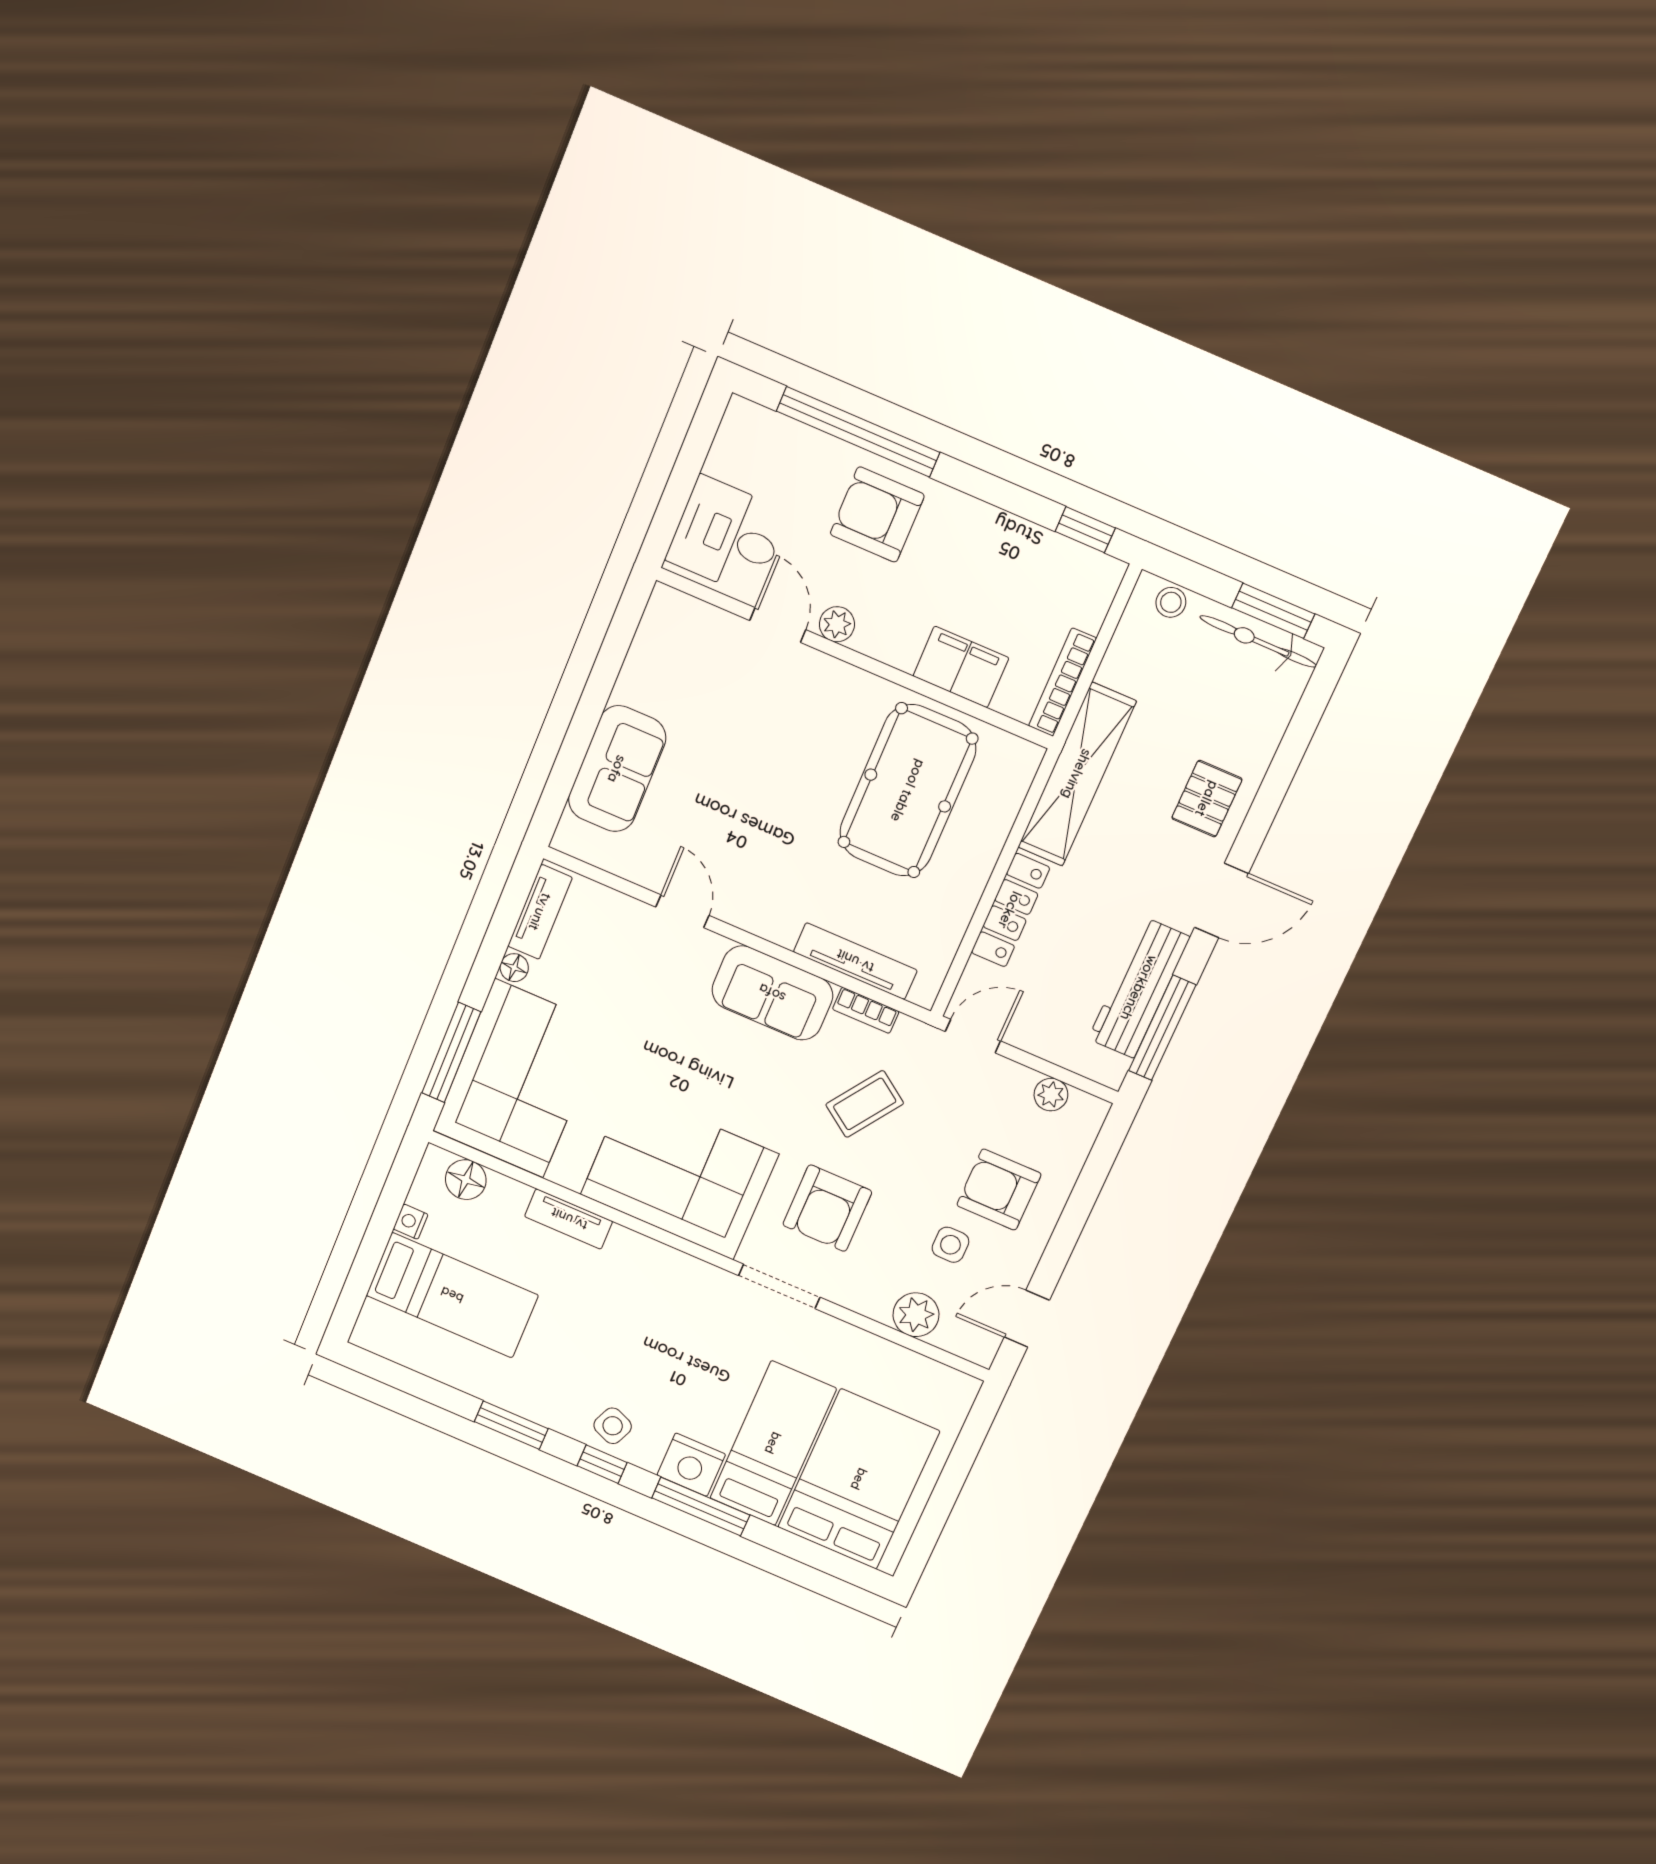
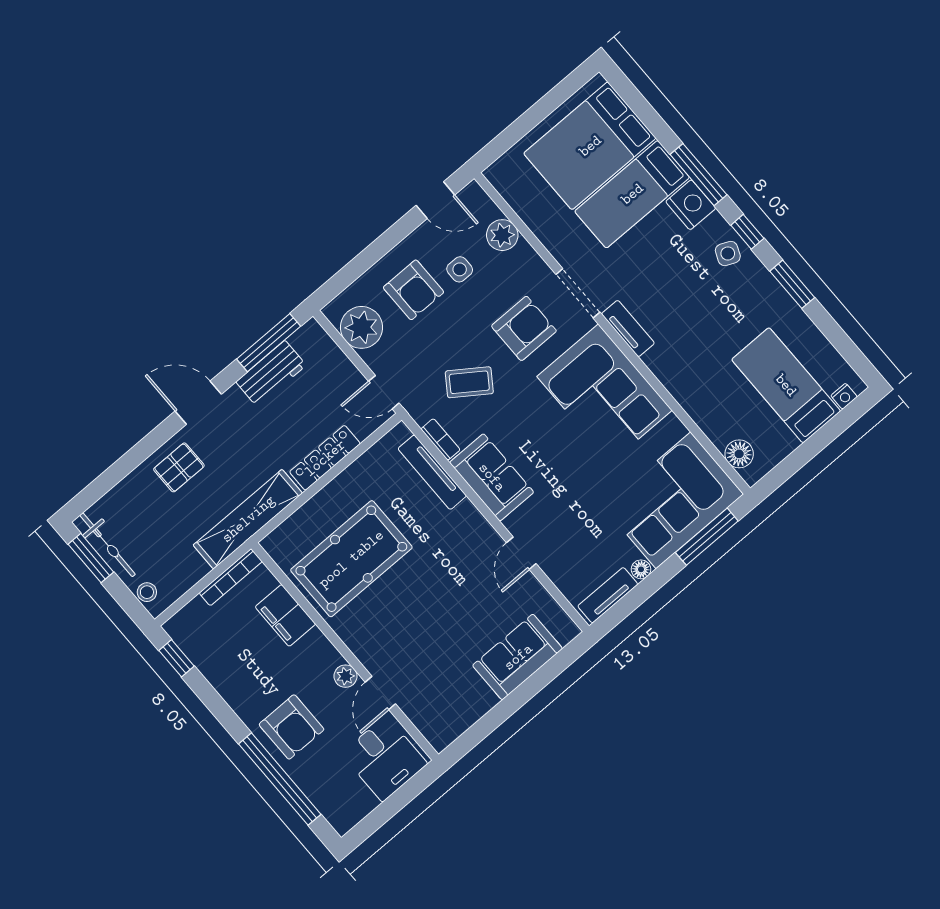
workbench: (1139, 988) -> (271, 374), width x0.73
plant: (1051, 1095) -> (362, 327), width x1.87, depth x1.87
tv unit: (569, 1219) -> (628, 329), moved
nightstand: (411, 1222) -> (844, 396), moved

